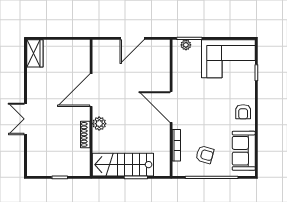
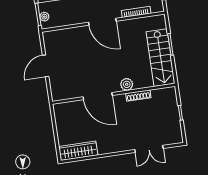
door: (132, 38) -> (46, 66), swing flipped
wardrobe: (35, 53) -> (78, 151), width x1.50
door: (171, 107) -> (102, 22), hinge flipped
double door: (25, 119) -> (149, 149), moved

